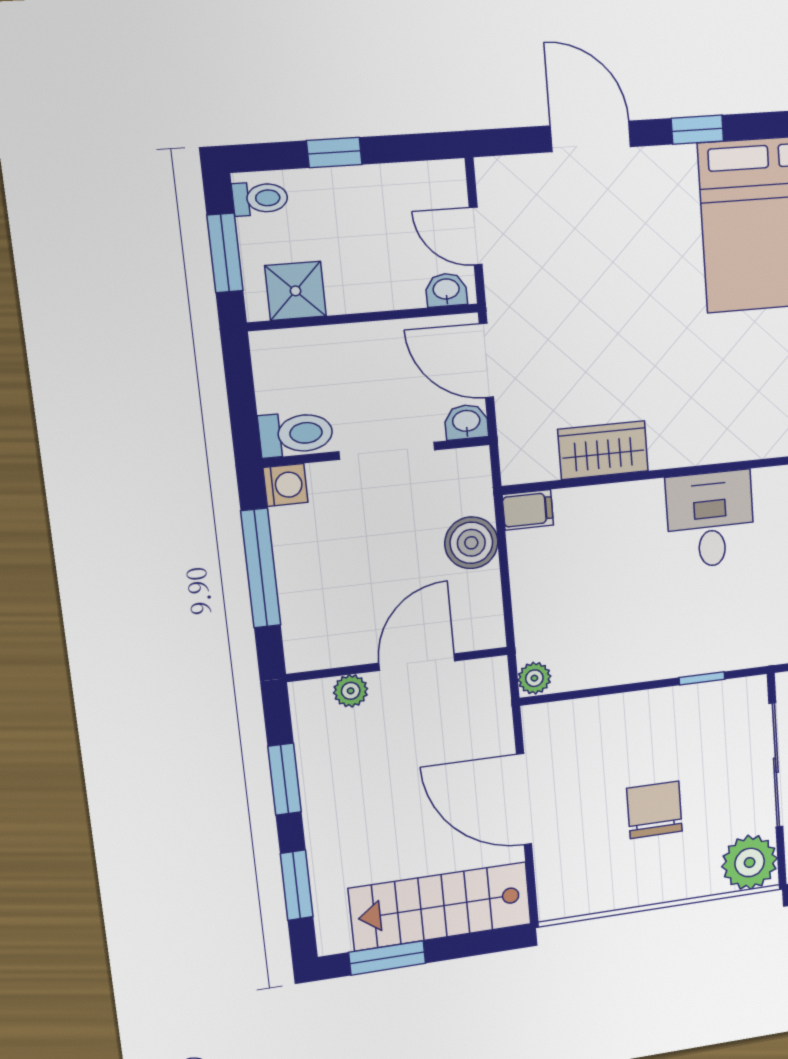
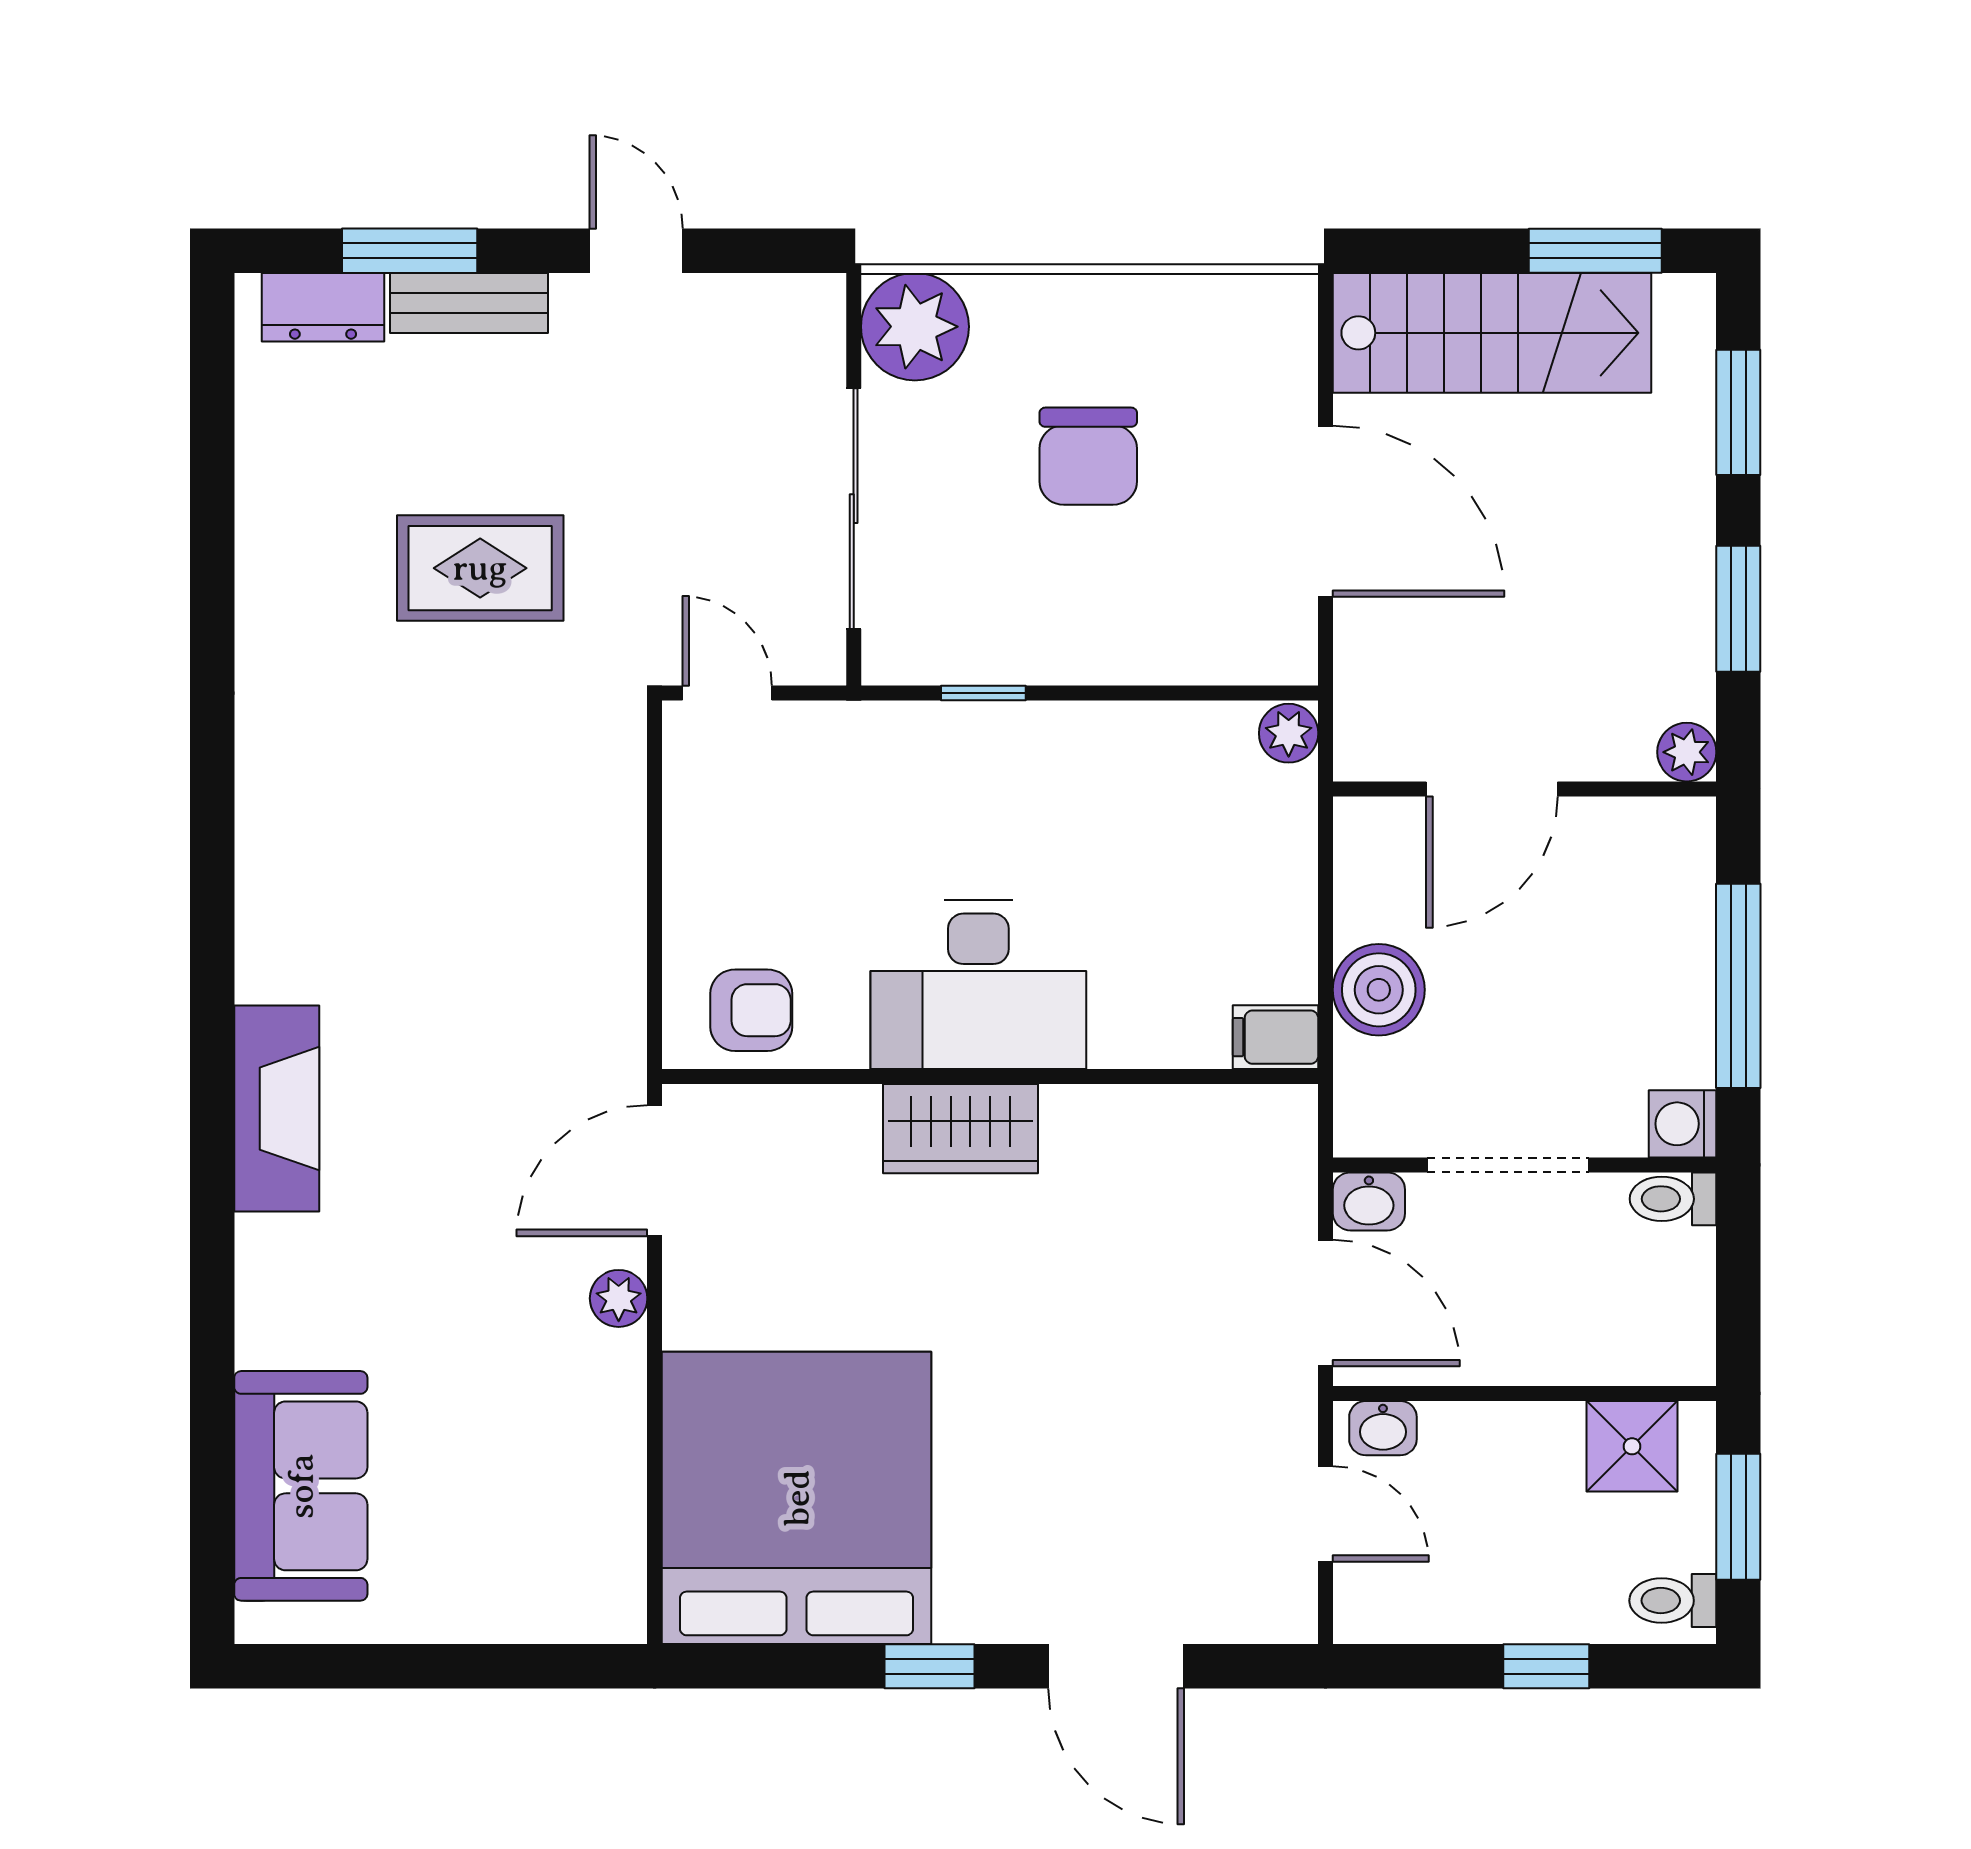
toilet: (296, 434) -> (1673, 1199), width x0.73, depth x0.72
wardrobe: (603, 450) -> (961, 1129), moved
desk: (710, 519) -> (978, 984), width x1.37
plant: (351, 691) -> (1687, 752), moved

